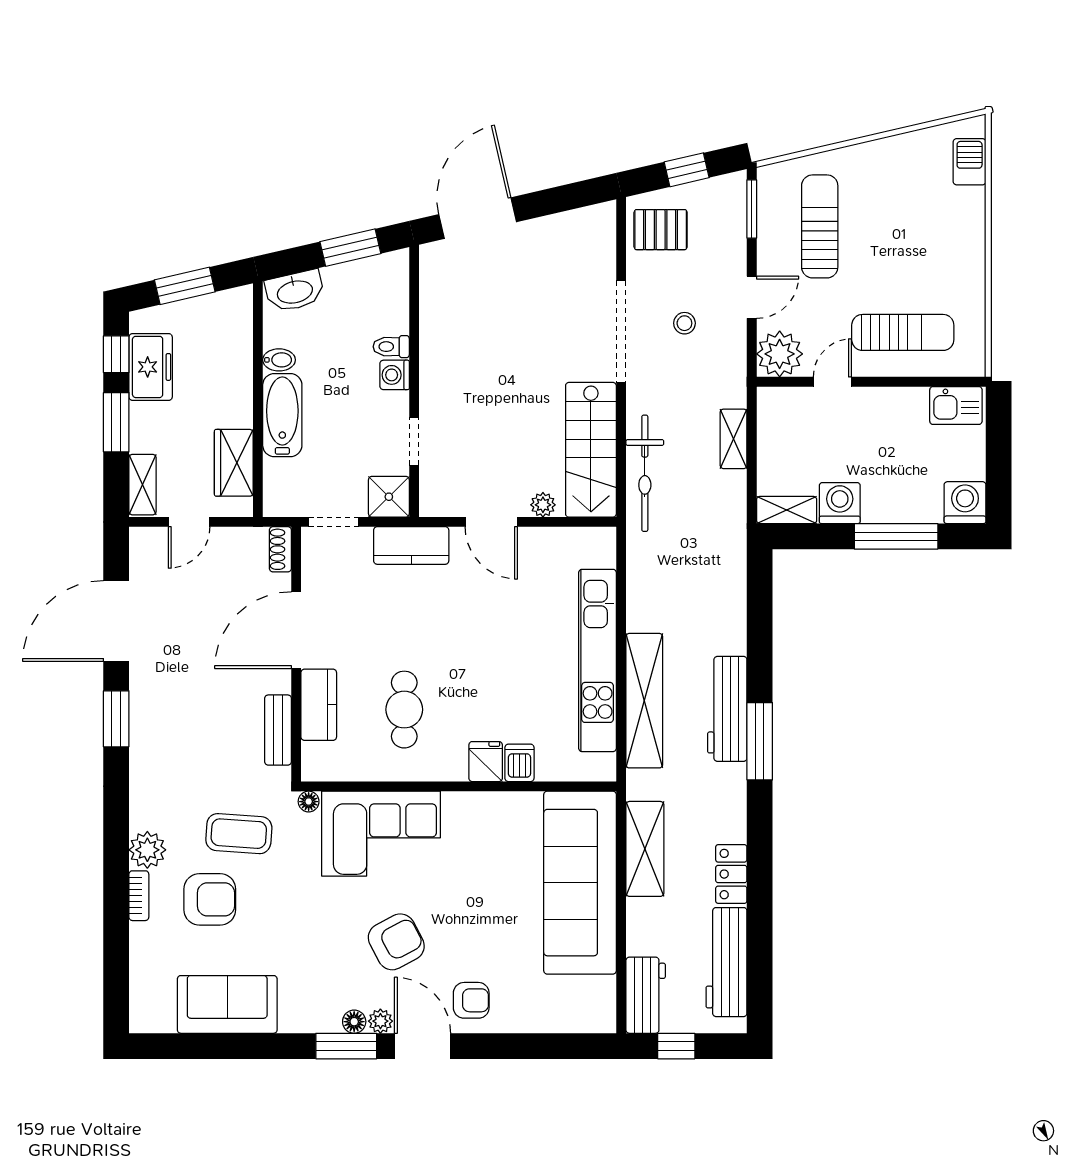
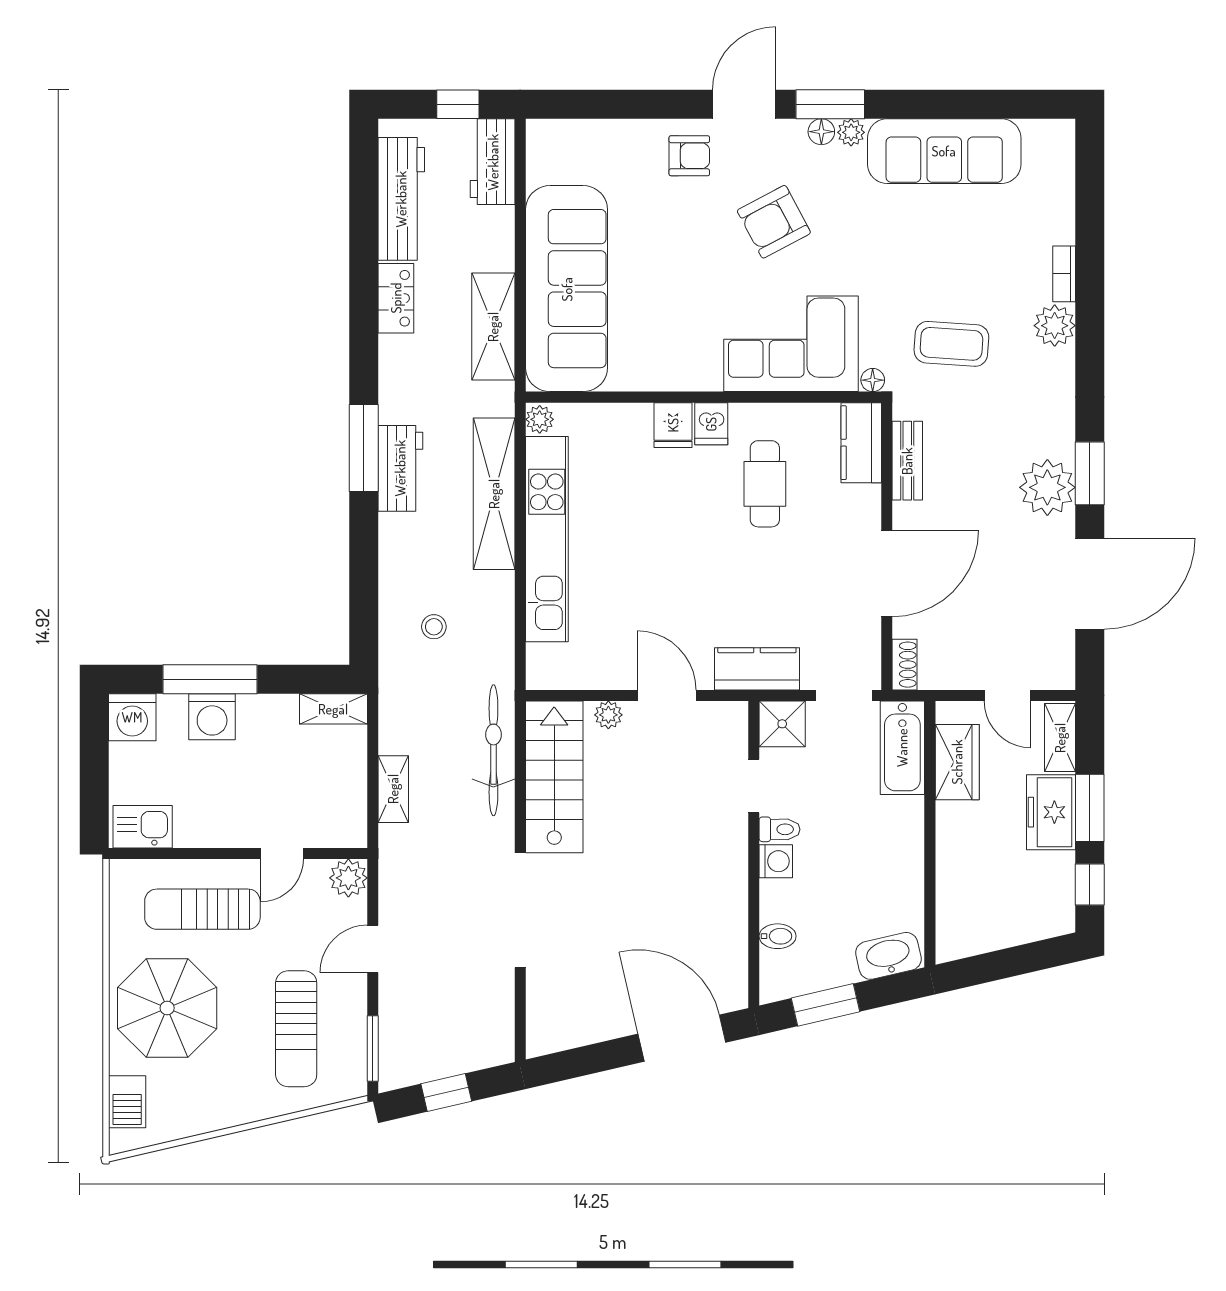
door: (478, 218) -> (682, 1038), swing flipped
pallet: (661, 230) -> (476, 1025), removed
parasol: (934, 245) -> (167, 1008), added
window: (185, 286) -> (1012, 962), removed
stool: (684, 323) -> (434, 627), moved
toilet: (391, 347) -> (779, 829), moved
plant: (780, 354) -> (348, 878), width x0.73, depth x0.73
bidet: (279, 360) -> (778, 936), moved, turned 180
freezer: (151, 367) -> (1051, 812), moved
bathtub: (282, 415) -> (902, 748), moved
washing machine: (840, 503) -> (212, 717), moved
door: (189, 522) -> (1008, 695), swing flipped
kitchen counter: (319, 705) -> (861, 443), moved
plant: (154, 706) -> (1047, 487), added
workbench: (727, 709) -> (400, 468), width x0.73
dishwasher: (519, 763) -> (711, 424), moved
plant: (604, 767) -> (540, 419), added
armchair: (210, 899) -> (984, 270), removed
armchair: (471, 1000) -> (689, 156), turned 180
sofa: (227, 1004) -> (944, 151), width x1.36
plant: (380, 1021) -> (851, 132), moved
door: (422, 1046) -> (744, 104), swing flipped

